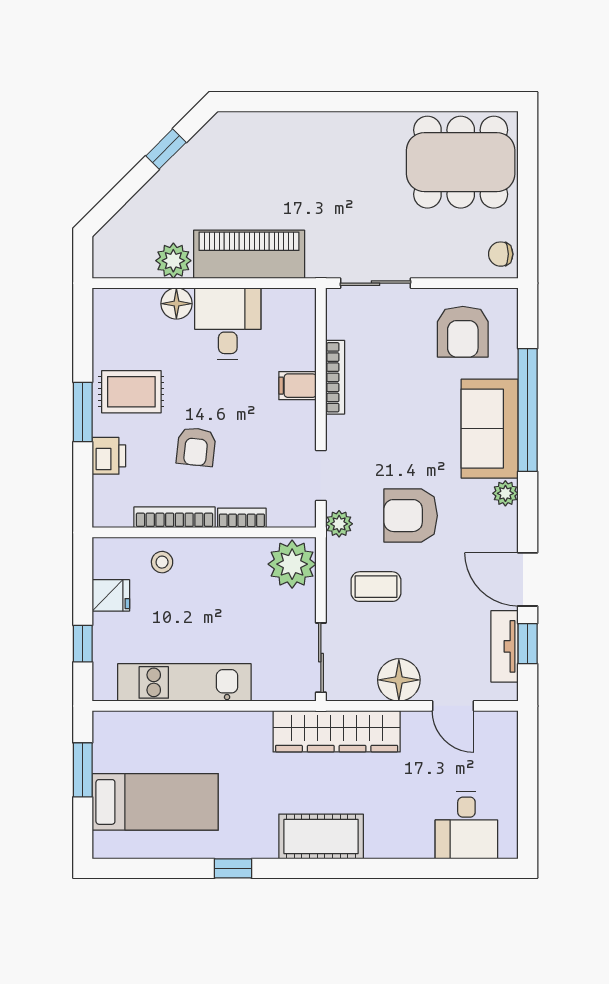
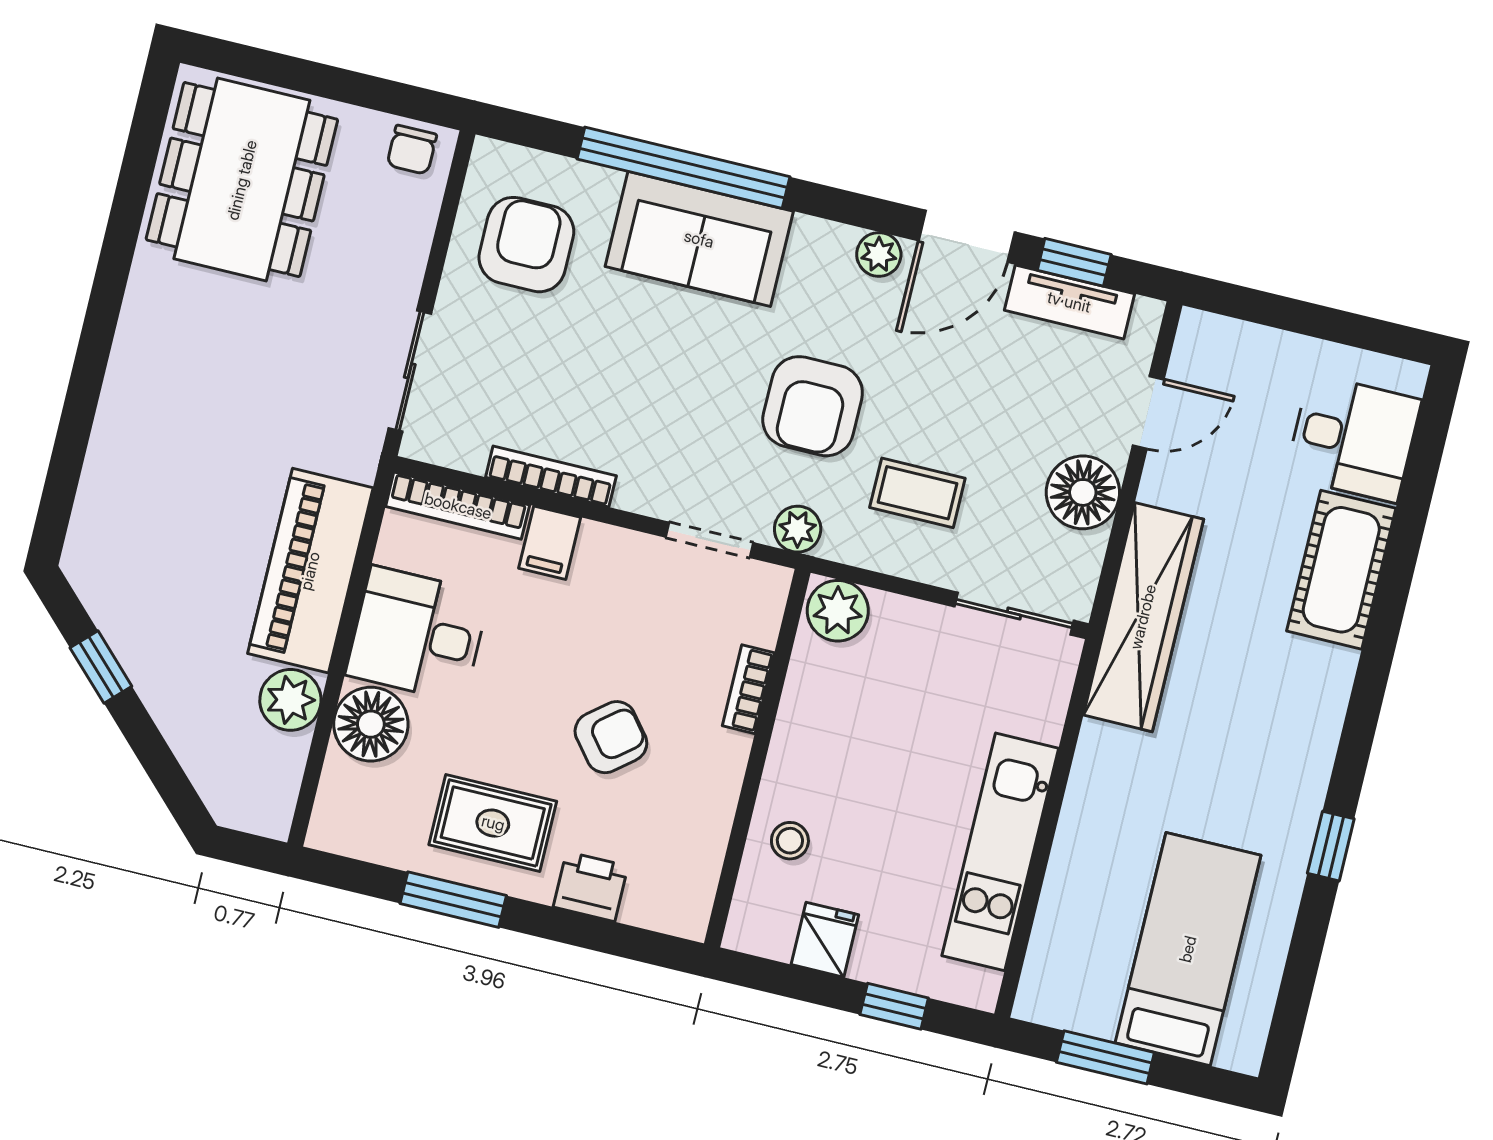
floor lamp: (176, 304) -> (371, 724), width x1.38, depth x1.38
armchair: (463, 332) -> (526, 245), turned -90
rug: (131, 392) -> (493, 823), turned 90
window: (83, 412) -> (453, 900), moved
armchair: (196, 447) -> (611, 737), turned -45
plant: (505, 493) -> (879, 254), moved
bookcase: (175, 517) -> (458, 506), moved, turned -90
plant: (292, 564) -> (838, 611), width x0.73, depth x0.73
coffee table: (376, 587) -> (917, 493), turned 90
cot: (321, 837) -> (1341, 570), moved

